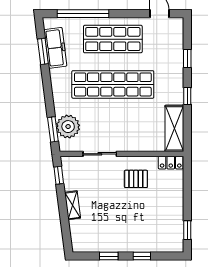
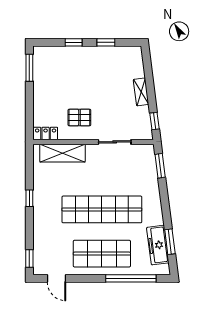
window: (187, 58) -> (29, 258), moved
plant: (68, 127) -> (145, 168), removed
shelving: (174, 128) -> (62, 153), moved, turned 90
window: (187, 230) -> (29, 68), width x1.50

